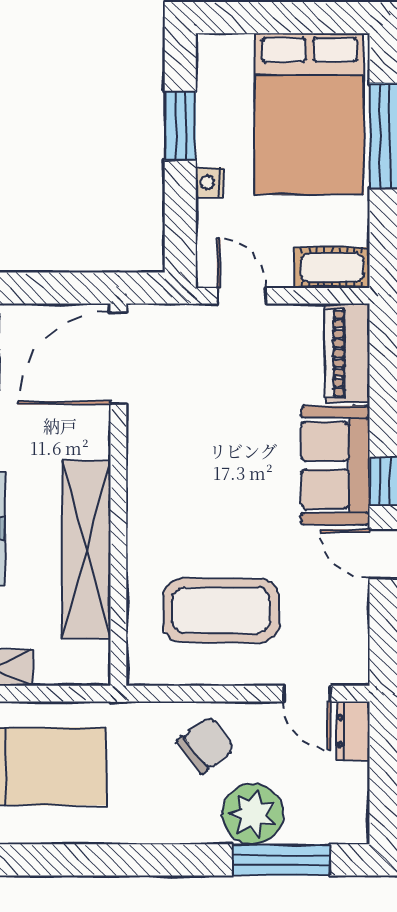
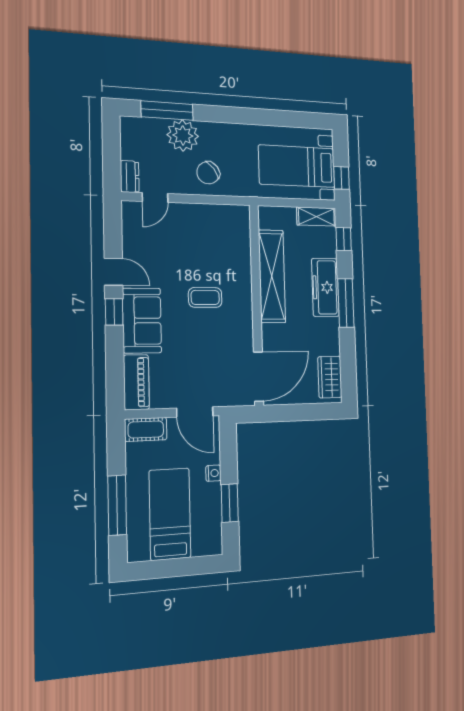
bed: (309, 114) -> (170, 514), width x0.67
door: (242, 296) -> (195, 412), width x1.38
coffee table: (221, 610) -> (205, 297), moved, width x0.54, depth x0.58
door: (307, 694) -> (155, 198), swing flipped

